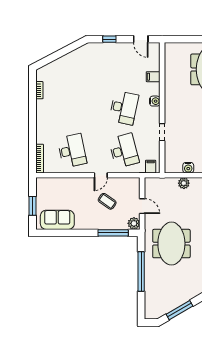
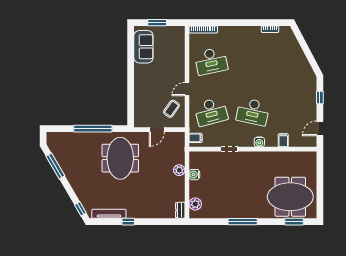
door: (101, 175) -> (187, 89), hinge flipped
coffee table: (107, 201) -> (171, 109), moved
plant: (134, 223) -> (140, 121), removed
window: (113, 233) -> (131, 101), removed
meeting table: (171, 244) -> (120, 158), turned 90

